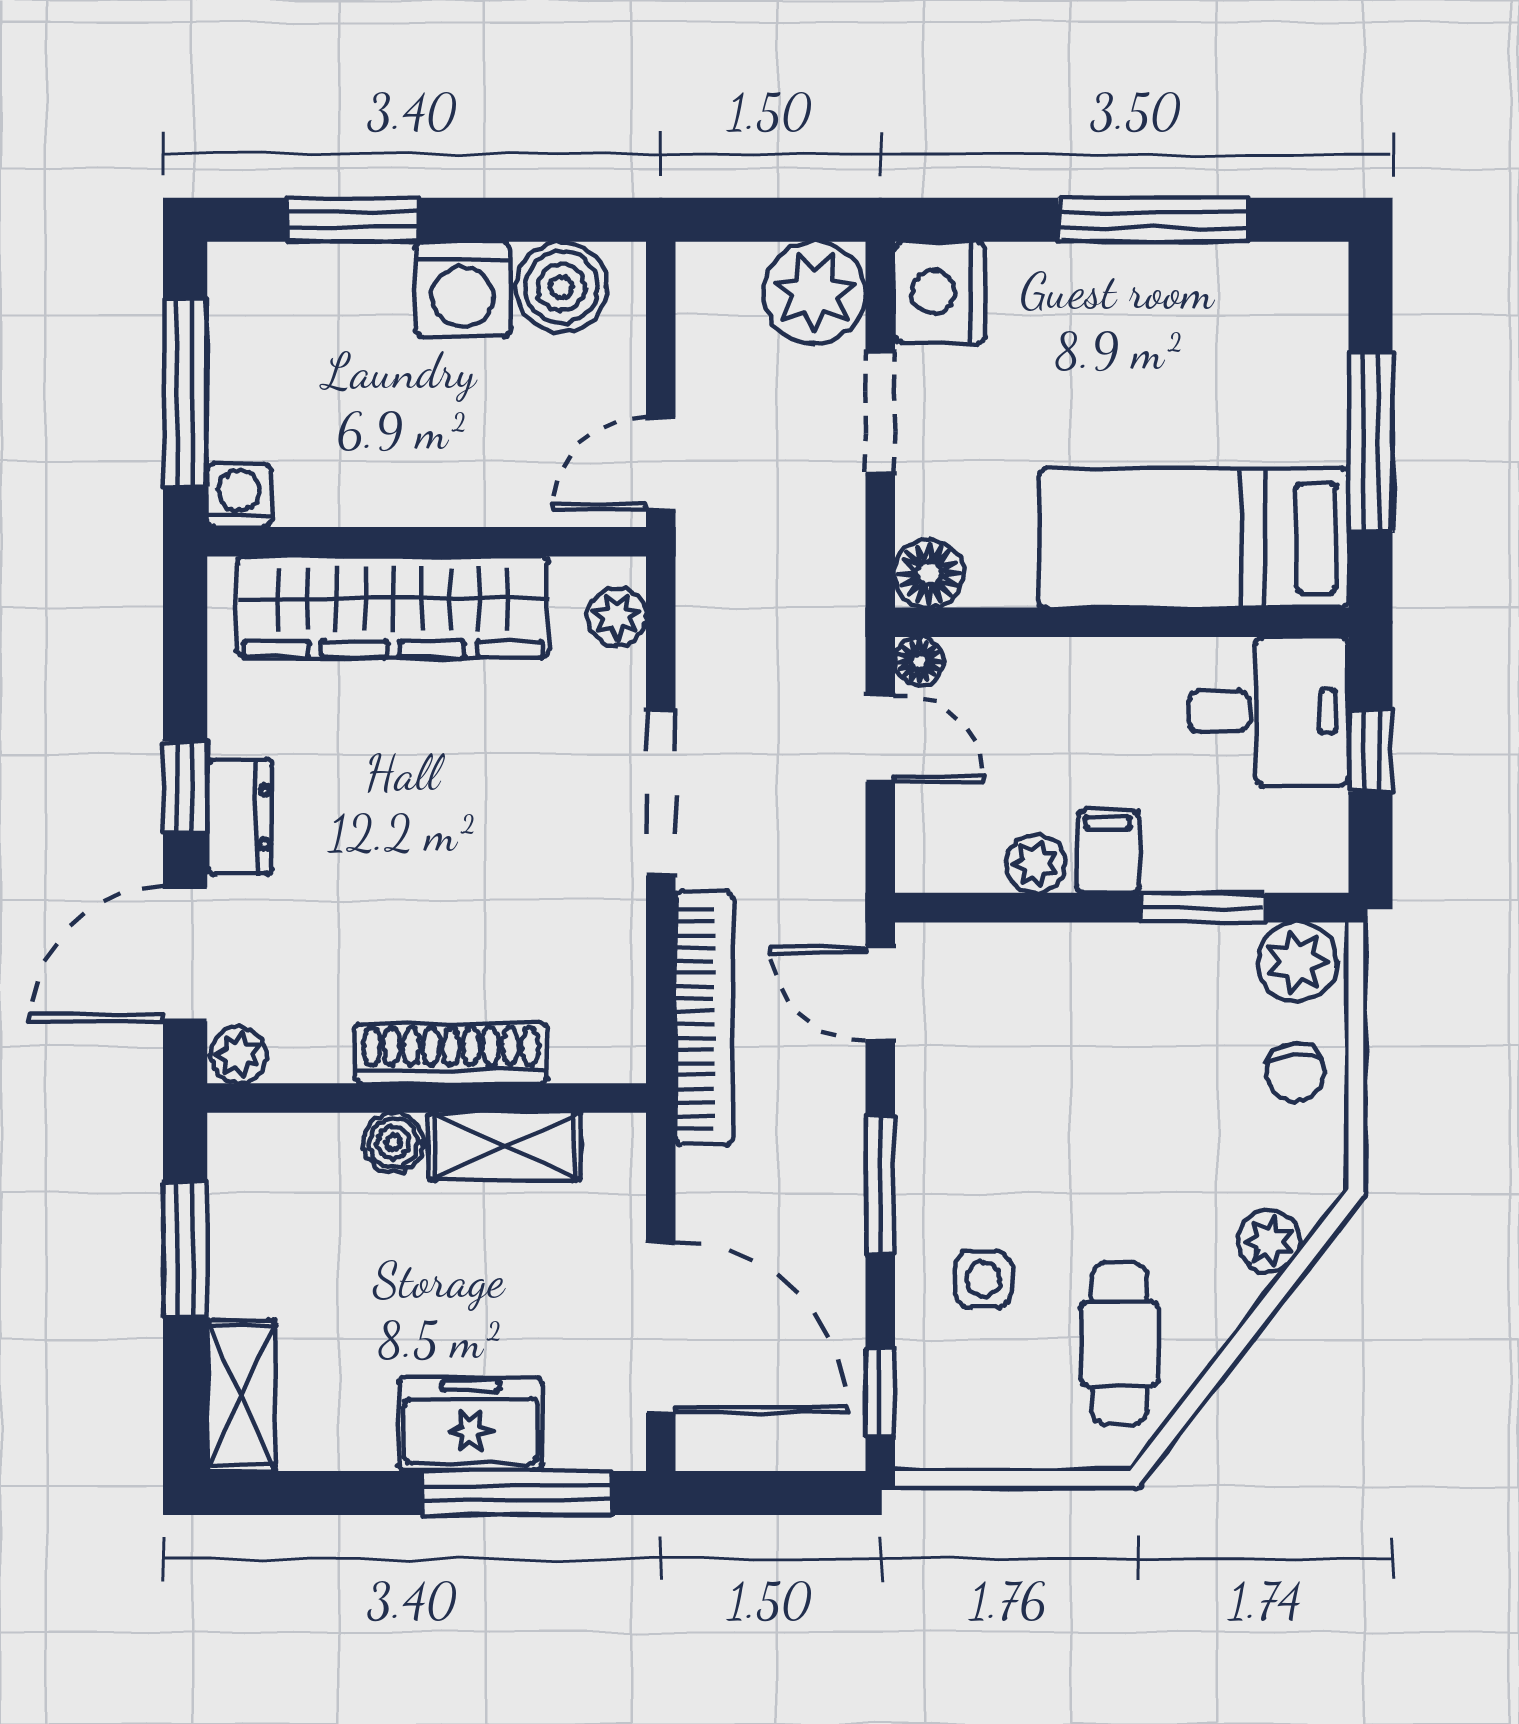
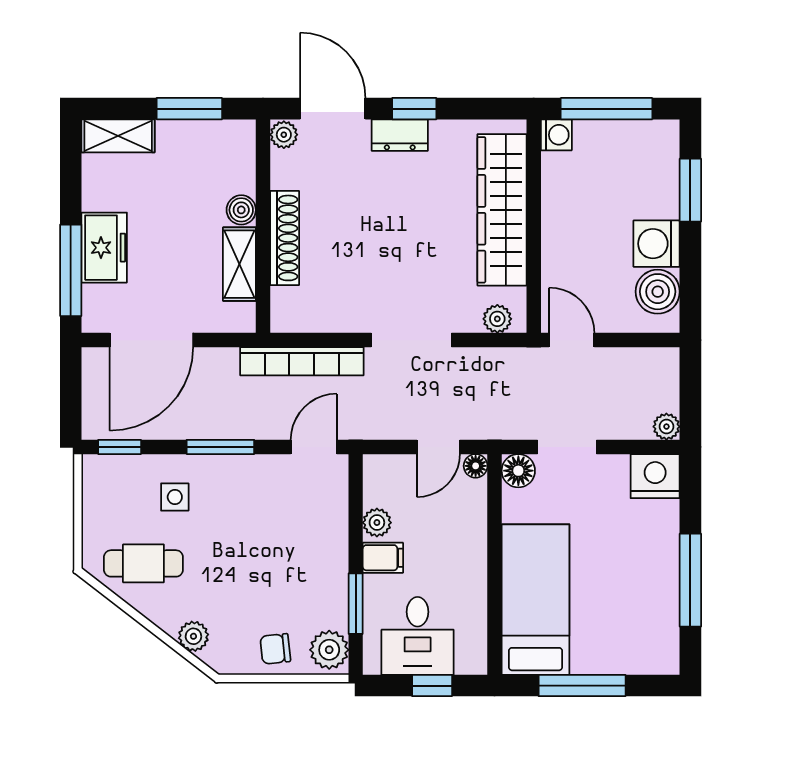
plant: (815, 293) -> (666, 427), width x0.53, depth x0.53
doorway: (880, 412) -> (567, 447), moved
desk: (1269, 711) -> (418, 636), moved

